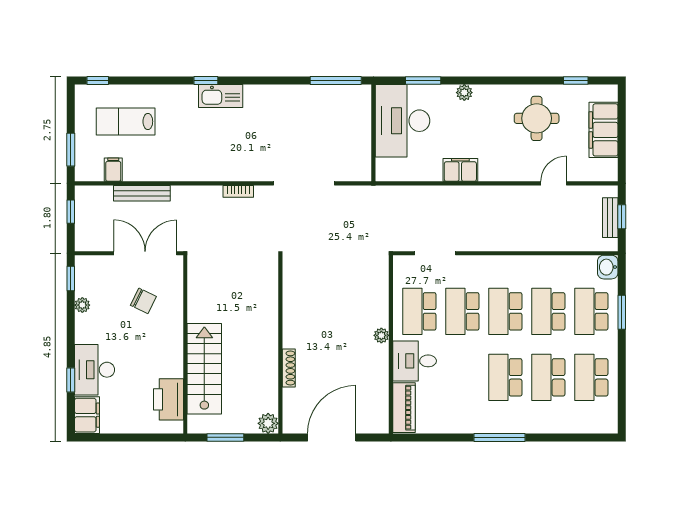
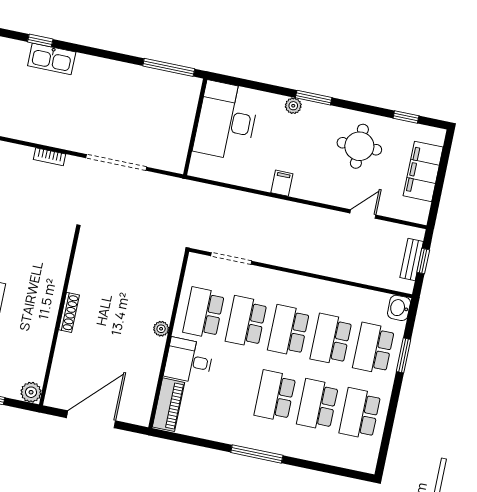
window: (423, 81) -> (314, 98), moved
filing cabinet: (460, 170) -> (282, 183), width x0.50
shoe rack: (289, 368) -> (69, 312), moved

